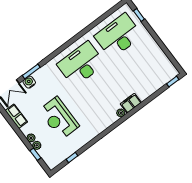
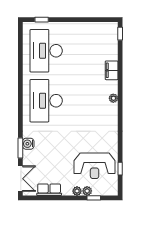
water cooler: (29, 82) -> (28, 144), moved
filing cabinet: (131, 103) -> (112, 70), moved
reception desk: (59, 118) -> (95, 166), moved

